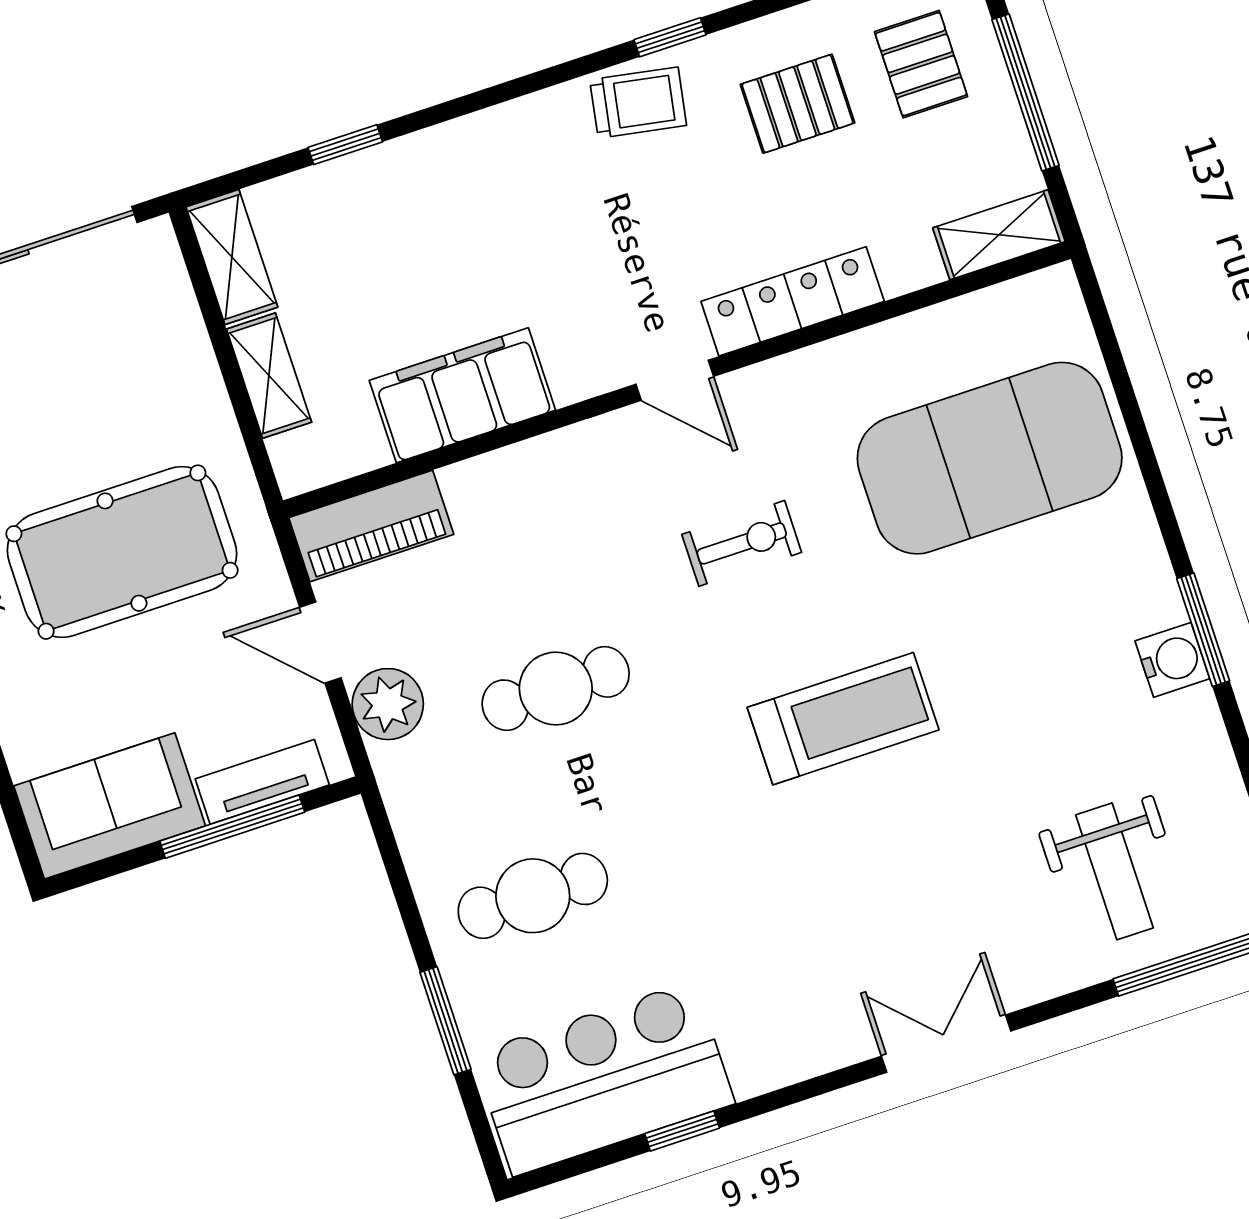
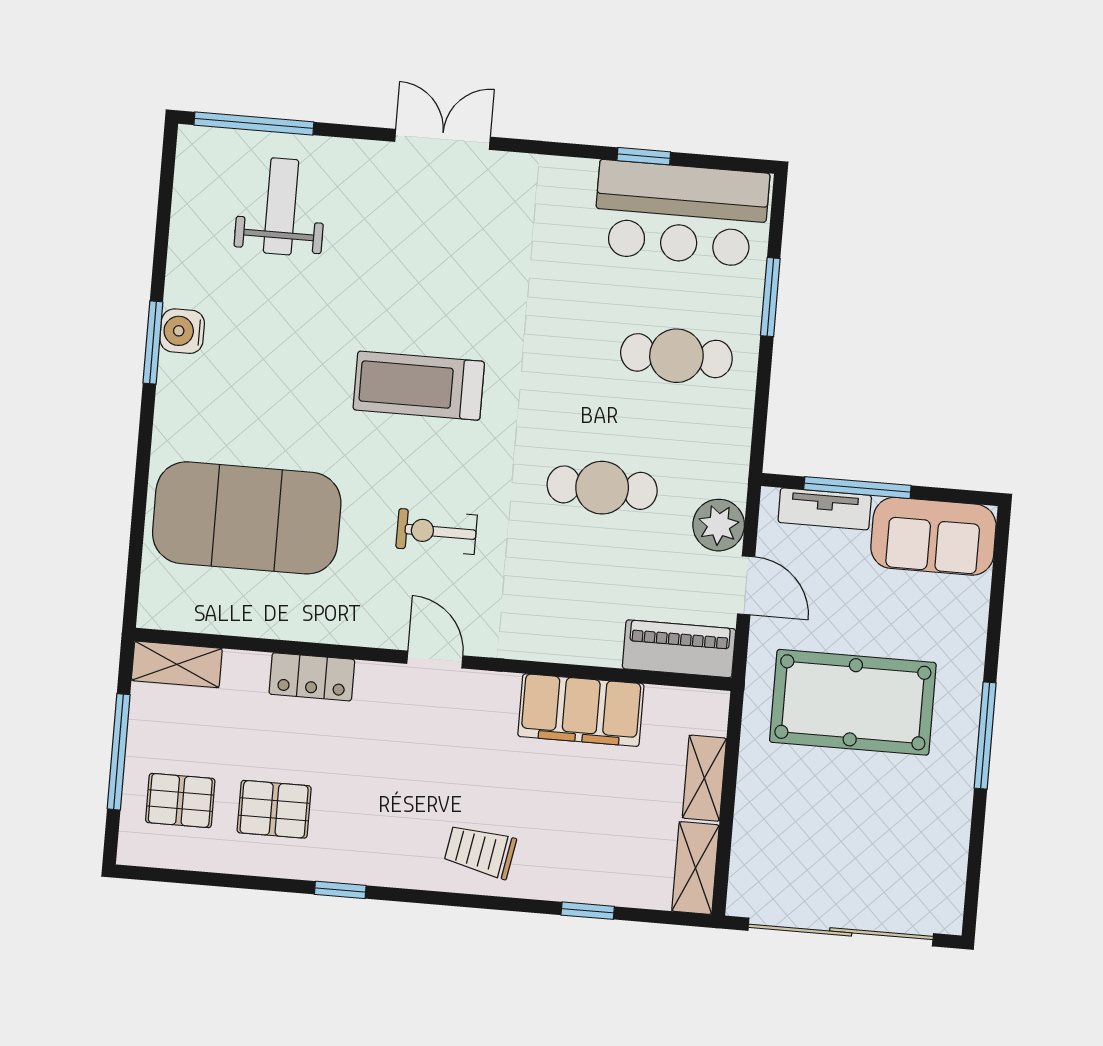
pallet: (921, 64) -> (180, 800), turned 90
trolley: (638, 103) -> (480, 851), moved
locker: (793, 301) -> (312, 677), width x0.66
double door: (946, 1044) -> (443, 139), swing flipped

